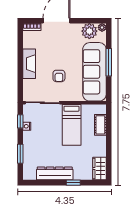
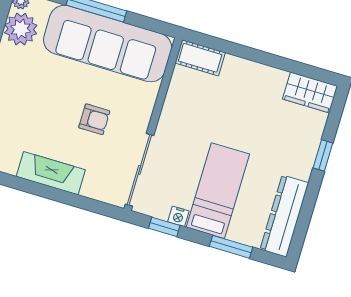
bed: (72, 125) -> (218, 191), moved, turned -90
cot: (100, 125) -> (200, 58), moved
dresser: (55, 173) -> (284, 216), moved

